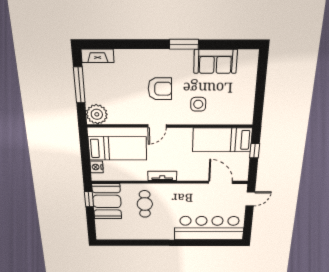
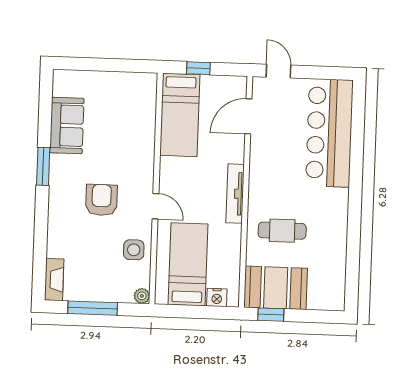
side table: (198, 104) -> (134, 250), moved
plant: (97, 114) -> (142, 296), width x0.53, depth x0.53
tv unit: (162, 176) -> (235, 194), width x1.41

